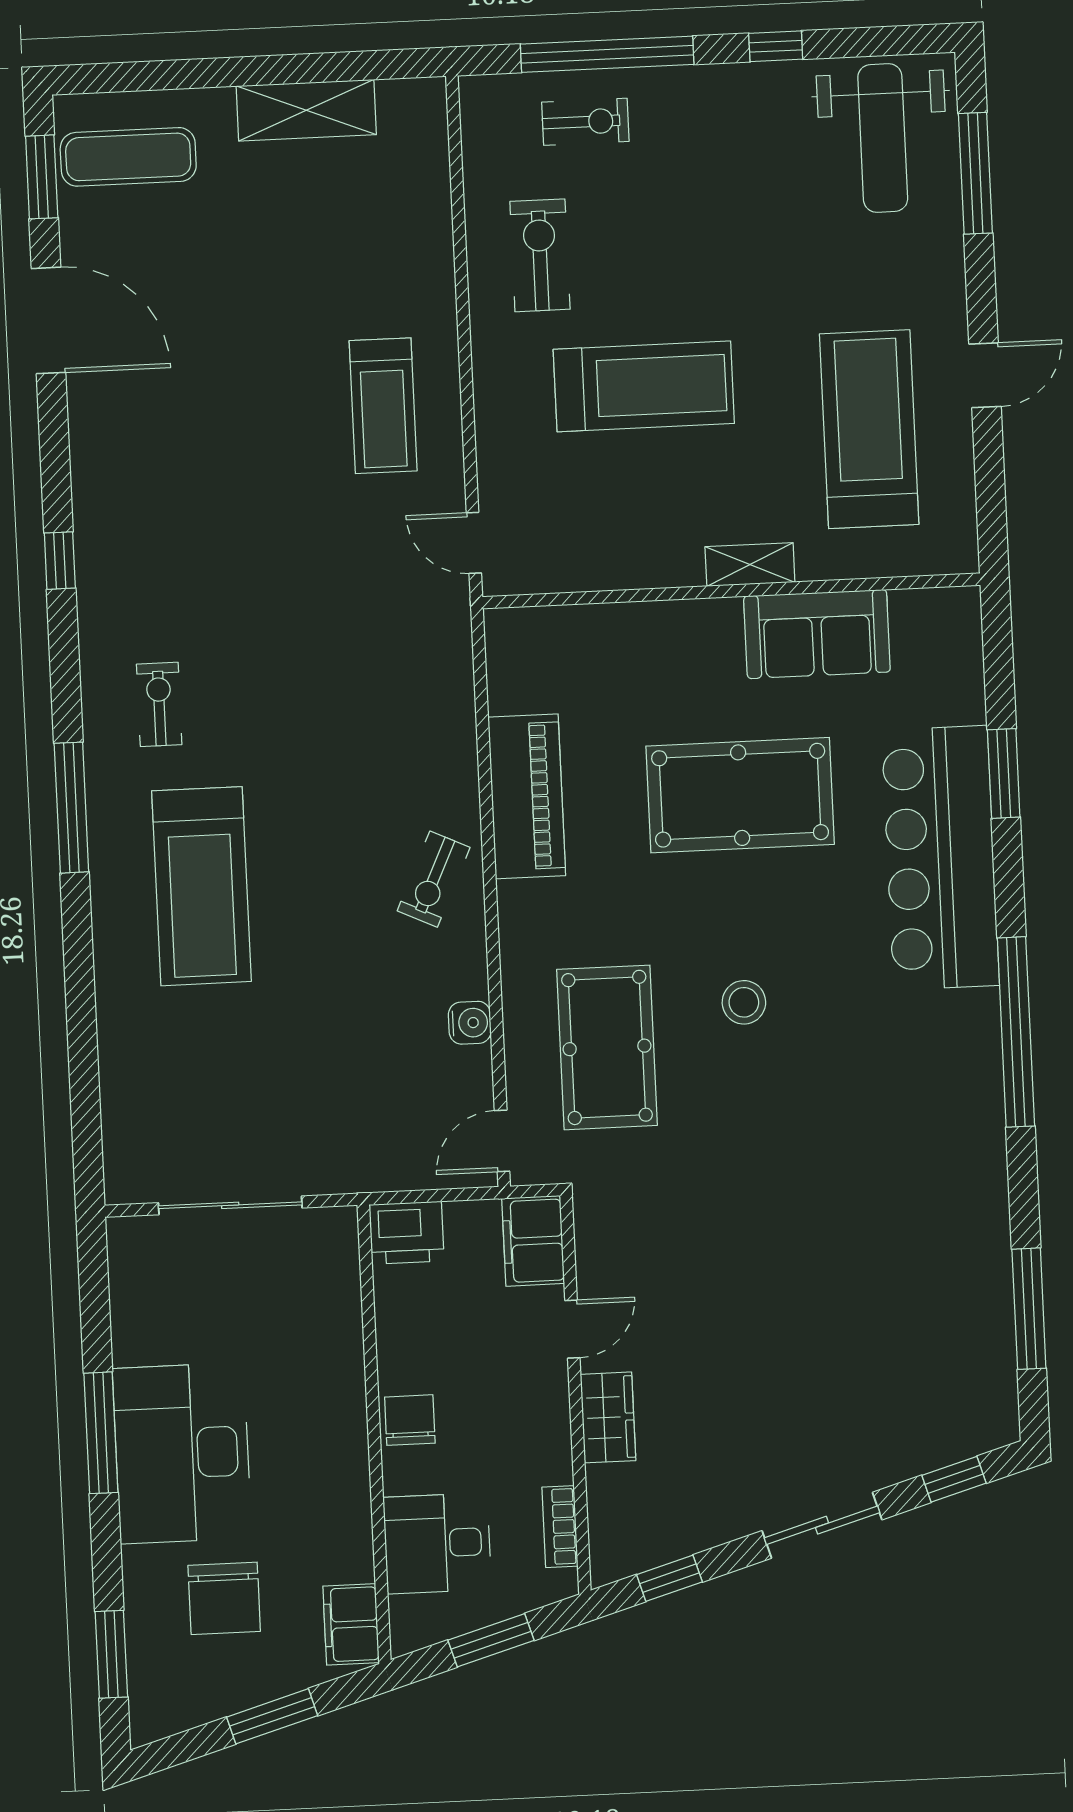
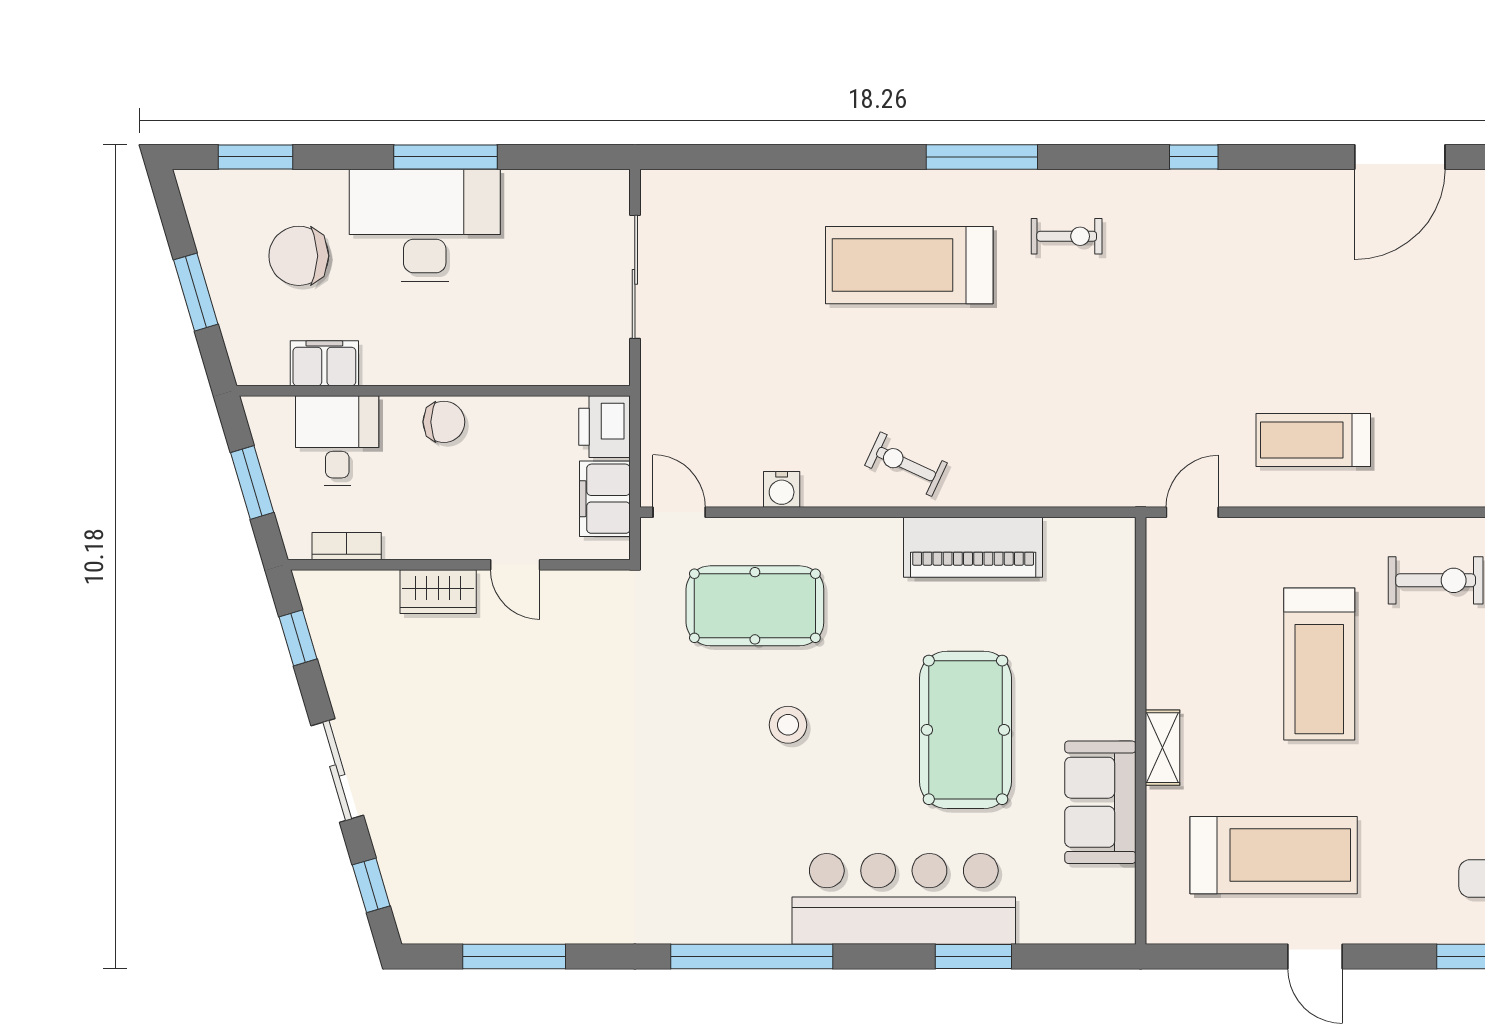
filing cabinet: (533, 1241) -> (605, 499), moved, turned -90
filing cabinet: (351, 1624) -> (324, 363), moved

